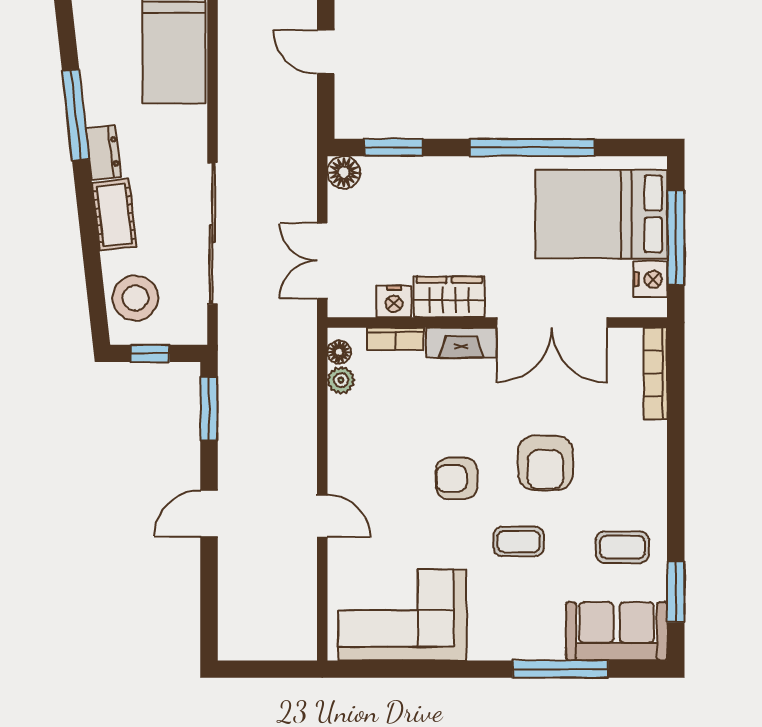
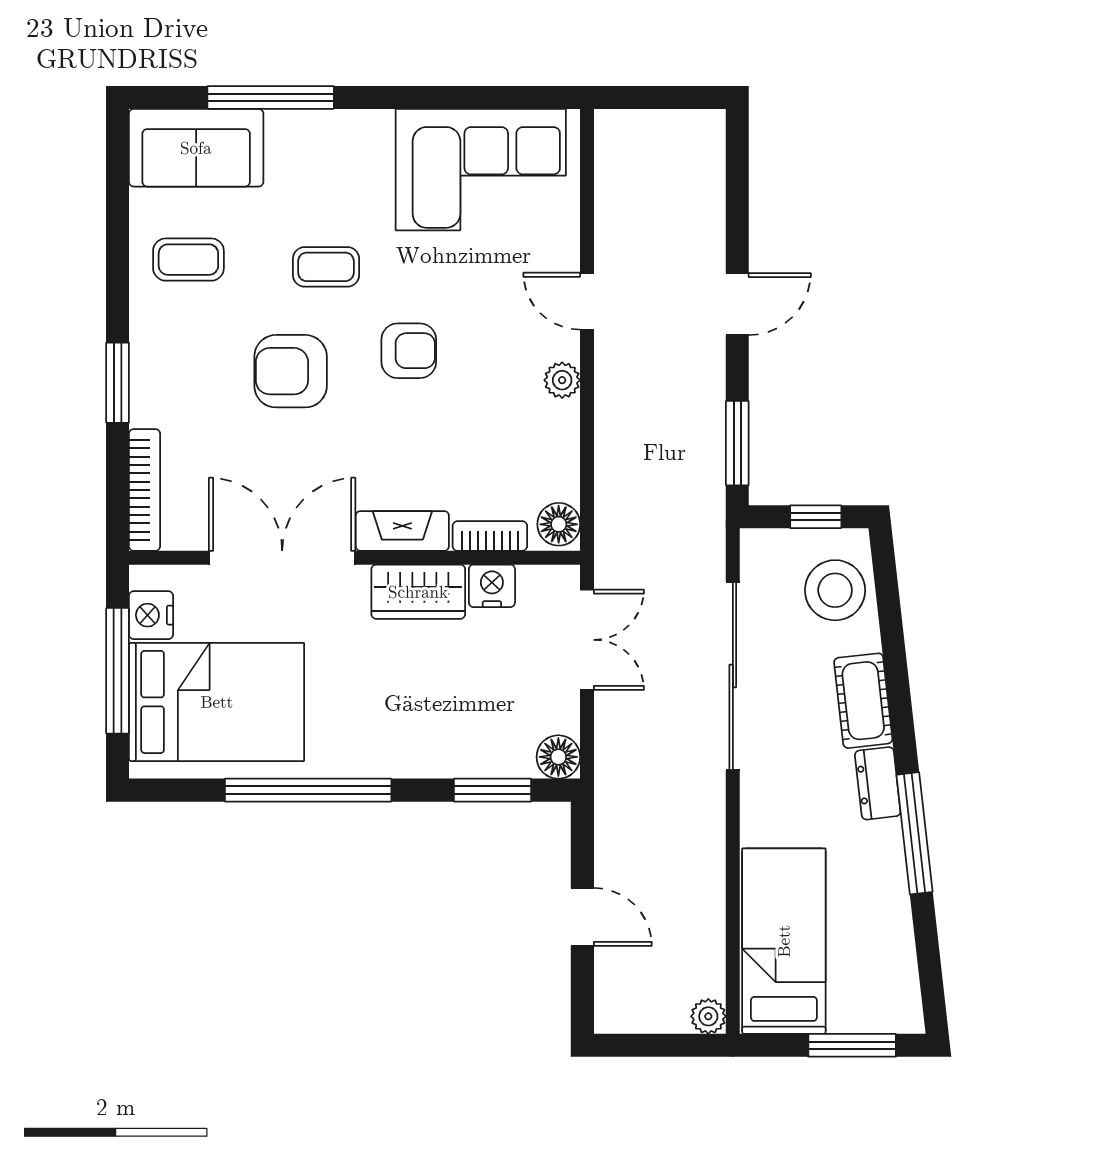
floor lamp: (339, 352) -> (559, 524), width x1.37, depth x1.37
plant: (341, 380) -> (562, 380), moved
armchair: (545, 463) -> (291, 371), turned -90
window: (676, 592) -> (118, 383), moved

